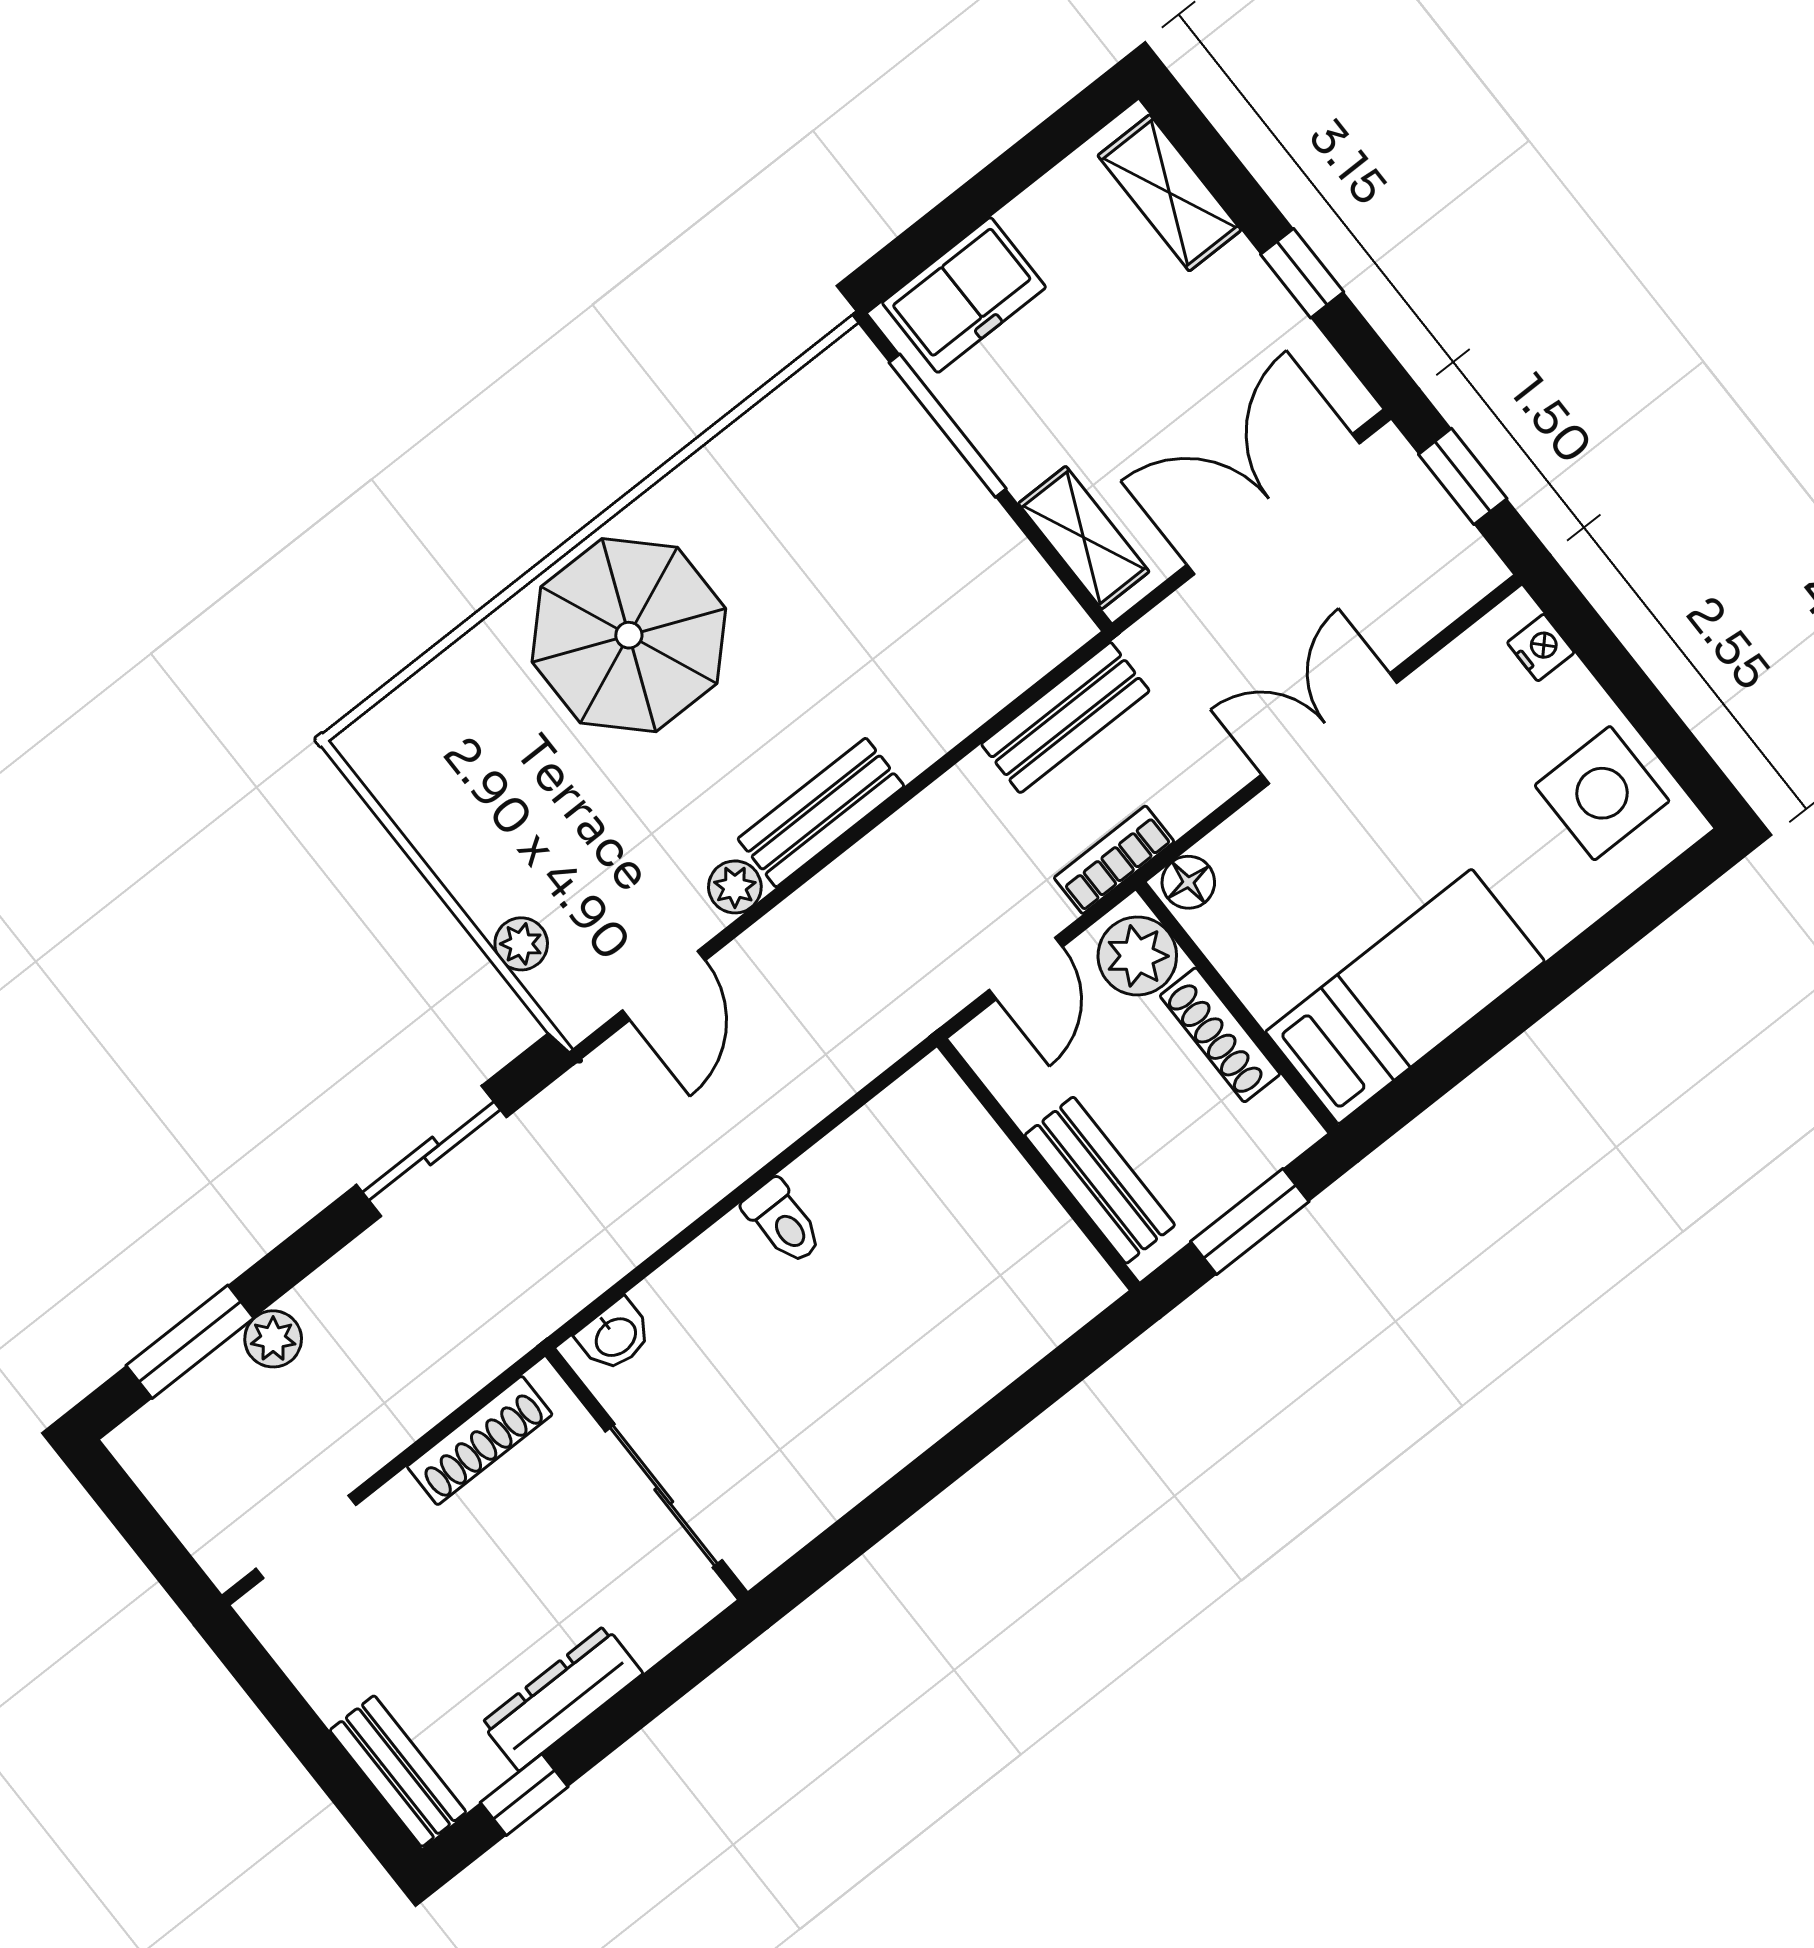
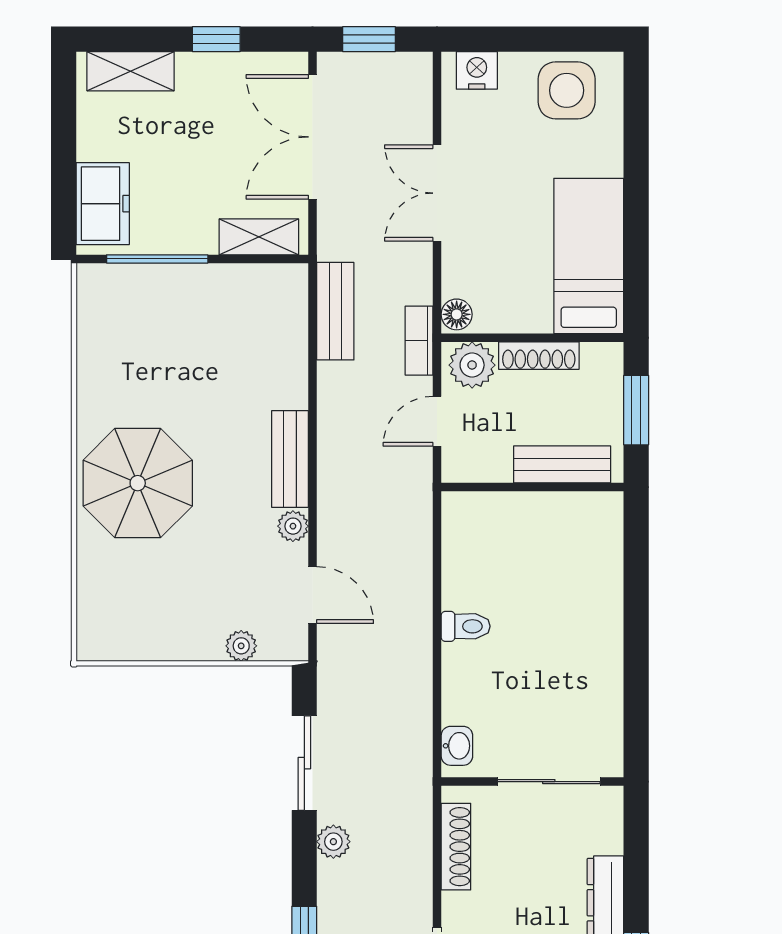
nightstand: (1541, 648) -> (477, 70), width x1.39, depth x1.35
door: (1026, 968) -> (437, 421), swing flipped
plant: (273, 1339) -> (333, 842), moved

